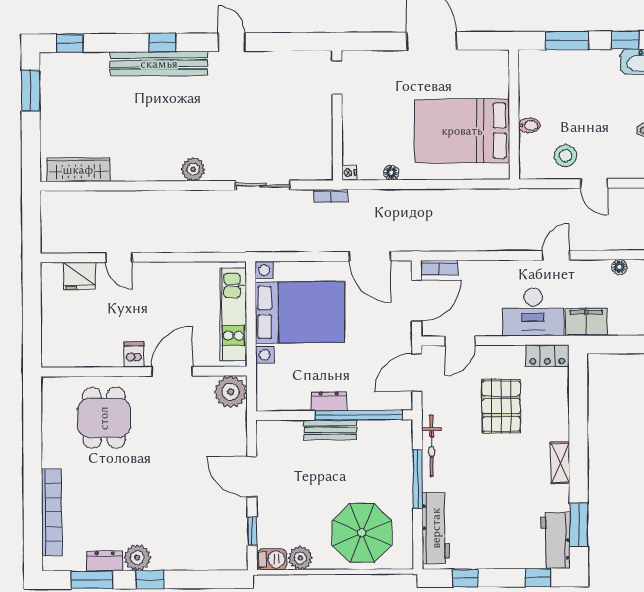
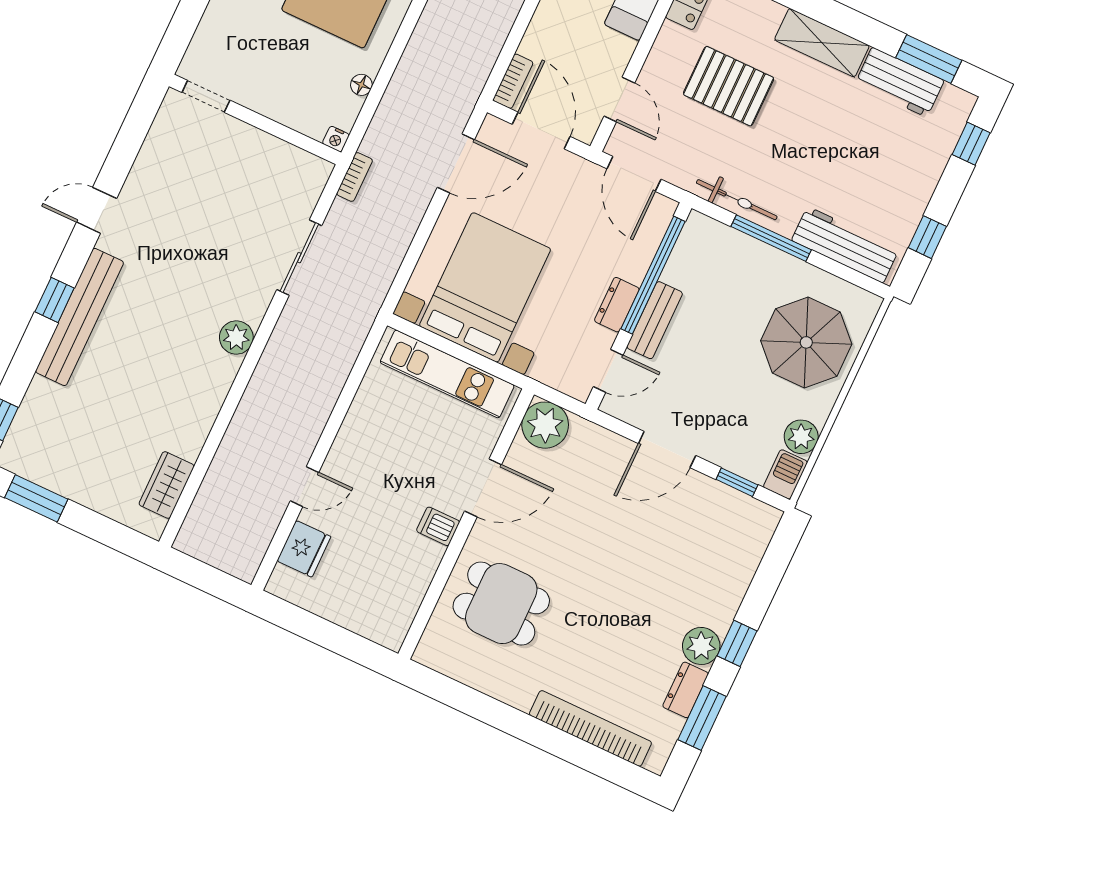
wardrobe: (78, 170) -> (167, 485), width x0.67
door: (172, 371) -> (483, 488), swing flipped
door: (284, 416) -> (608, 371), added
shelving: (560, 463) -> (822, 43), width x1.50, depth x1.33
workbench: (555, 540) -> (900, 82), moved

